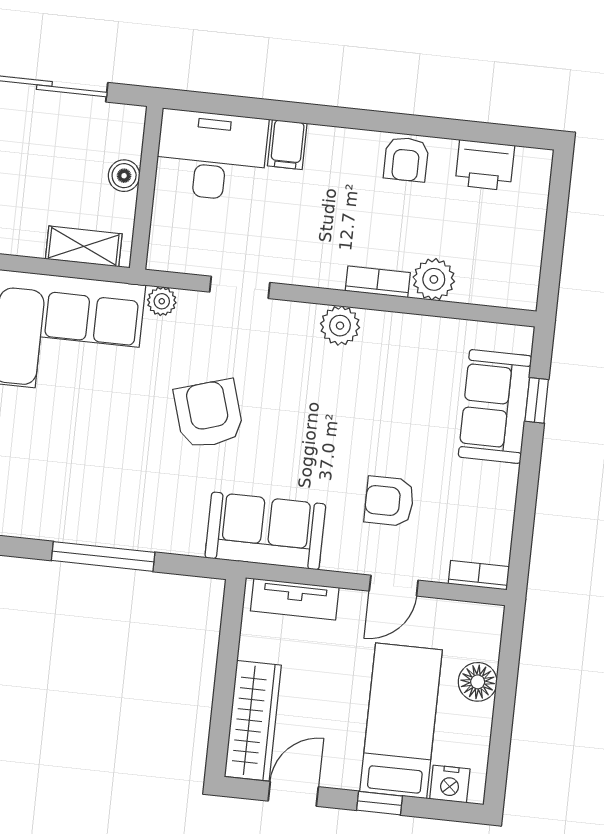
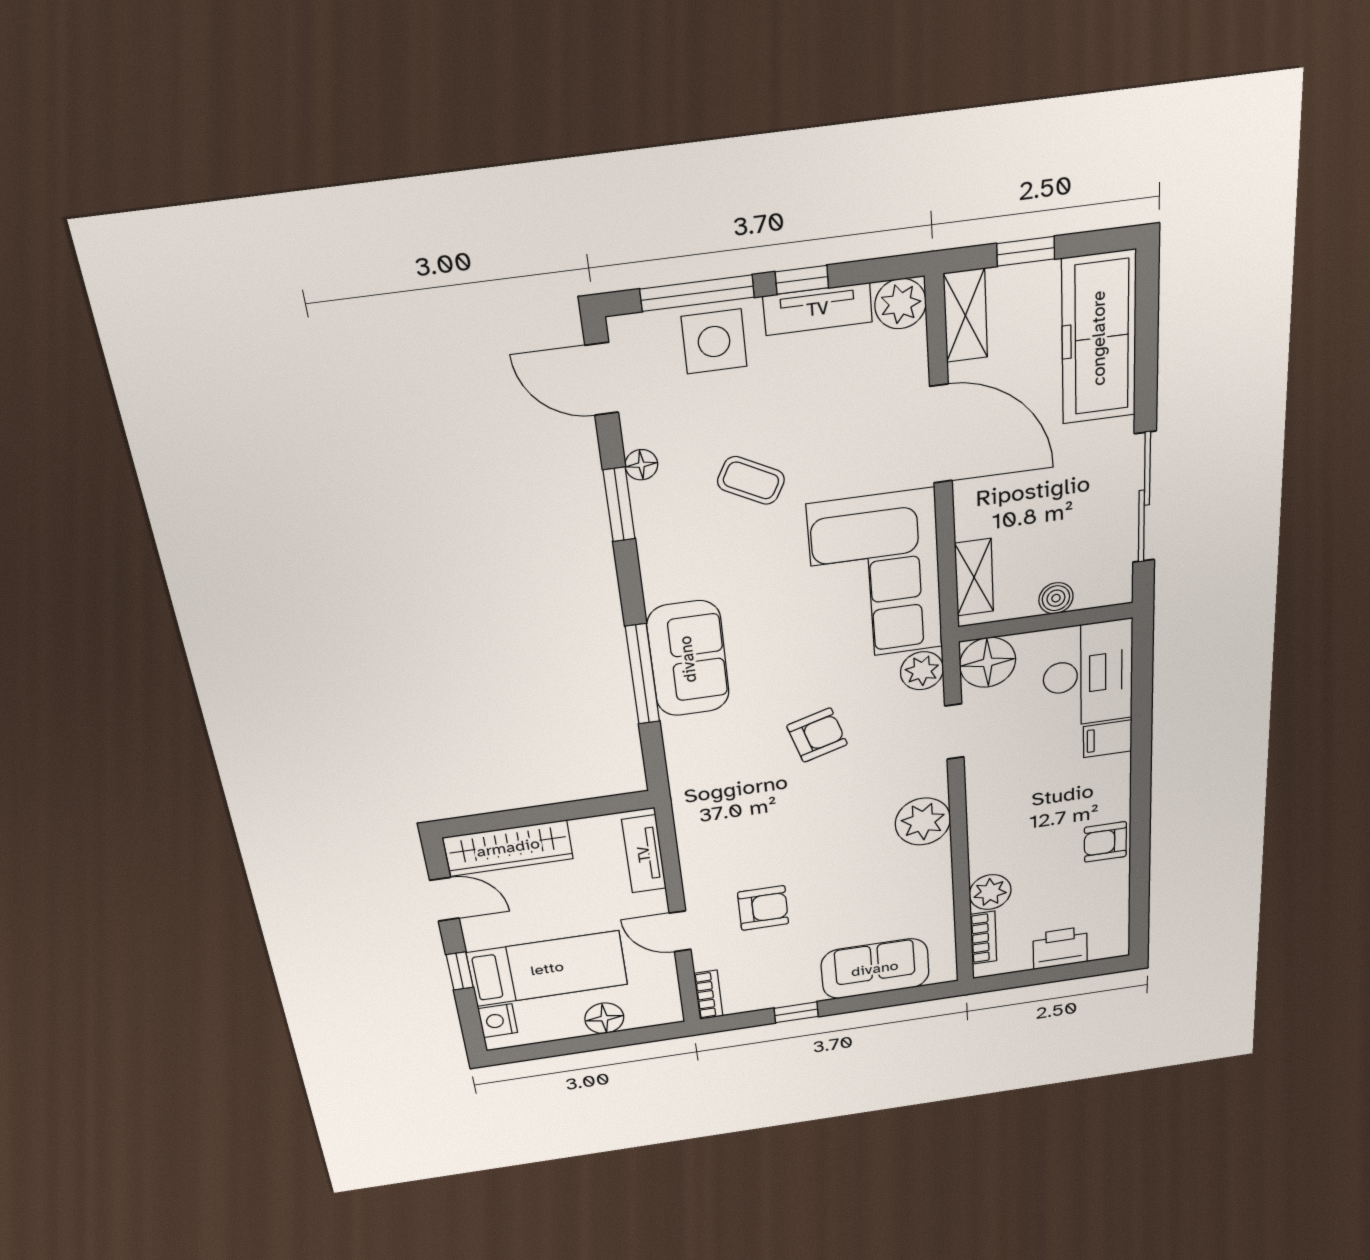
printer: (485, 165) -> (1060, 948), moved, turned 90
floor lamp: (174, 246) -> (988, 662), added
bookcase: (378, 282) -> (983, 938), moved
plant: (162, 301) -> (922, 671), width x1.38, depth x1.38
plant: (340, 326) -> (923, 822), width x1.36, depth x1.36
window: (537, 400) -> (796, 1012), moved
armchair: (209, 414) -> (817, 735), width x0.72, depth x0.72
armchair: (389, 501) -> (763, 908), turned 90
sofa: (265, 531) -> (688, 659), moved

